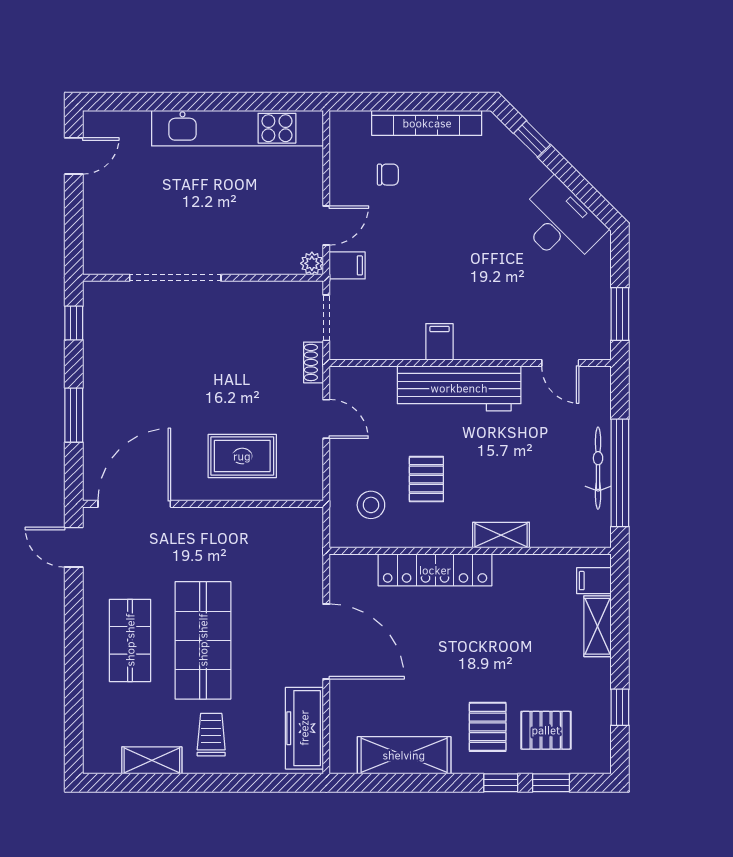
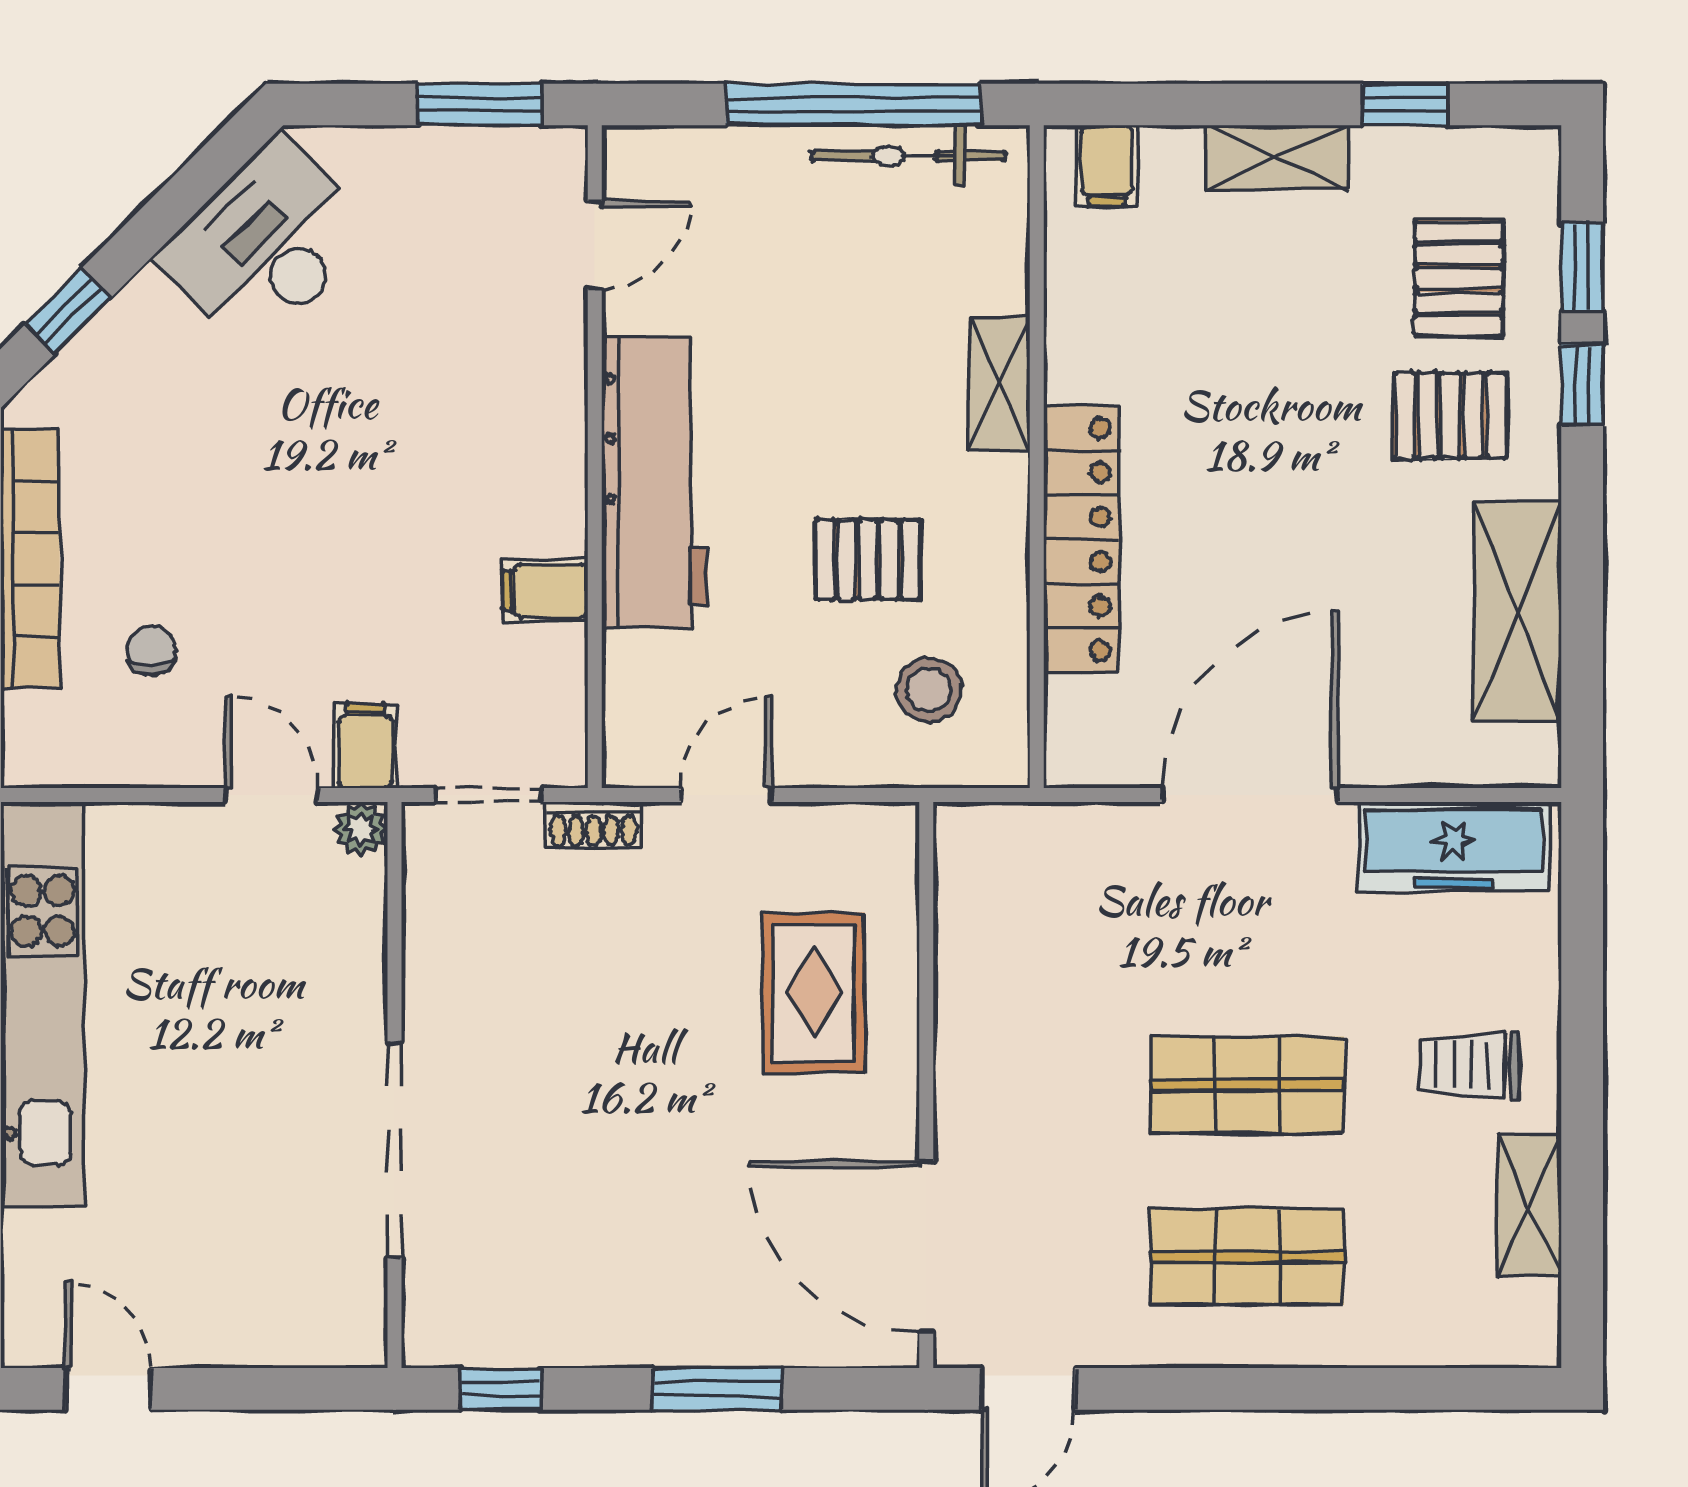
filing cabinet: (439, 342) -> (545, 591), moved
bicycle: (598, 468) -> (908, 156), moved
shelving: (597, 626) -> (1277, 157), moved
shop shelf: (203, 640) -> (1247, 1085), width x0.70, depth x0.74

